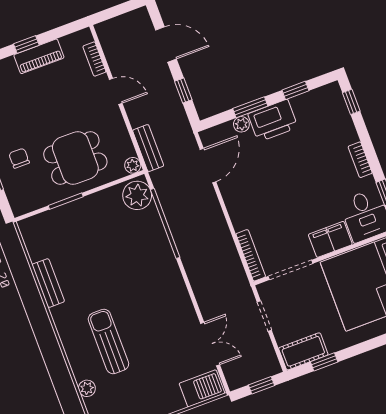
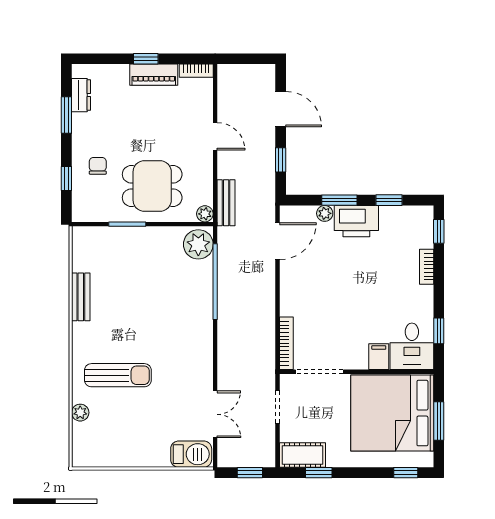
bookcase: (94, 59) -> (196, 71), moved, turned -90
bookcase: (360, 160) -> (427, 267), moved
filing cabinet: (330, 239) -> (379, 357), width x0.50
sun lounger: (108, 342) -> (118, 375), turned 90

